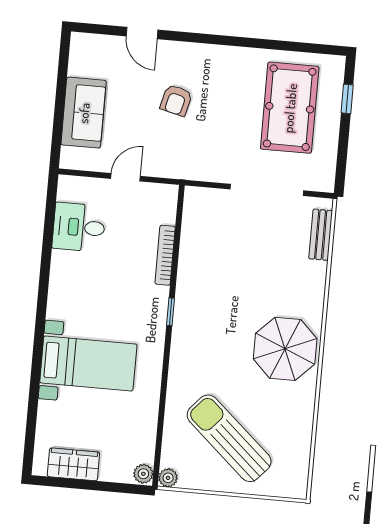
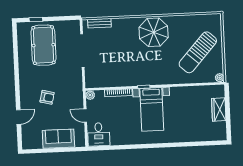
pool table: (290, 108) -> (43, 45), turned 90
desk: (79, 227) -> (99, 134), moved
bed with nightstands: (88, 363) -> (152, 109), moved, turned 180
wardrobe: (73, 464) -> (219, 110), moved
plant: (143, 474) -> (90, 95), moved

